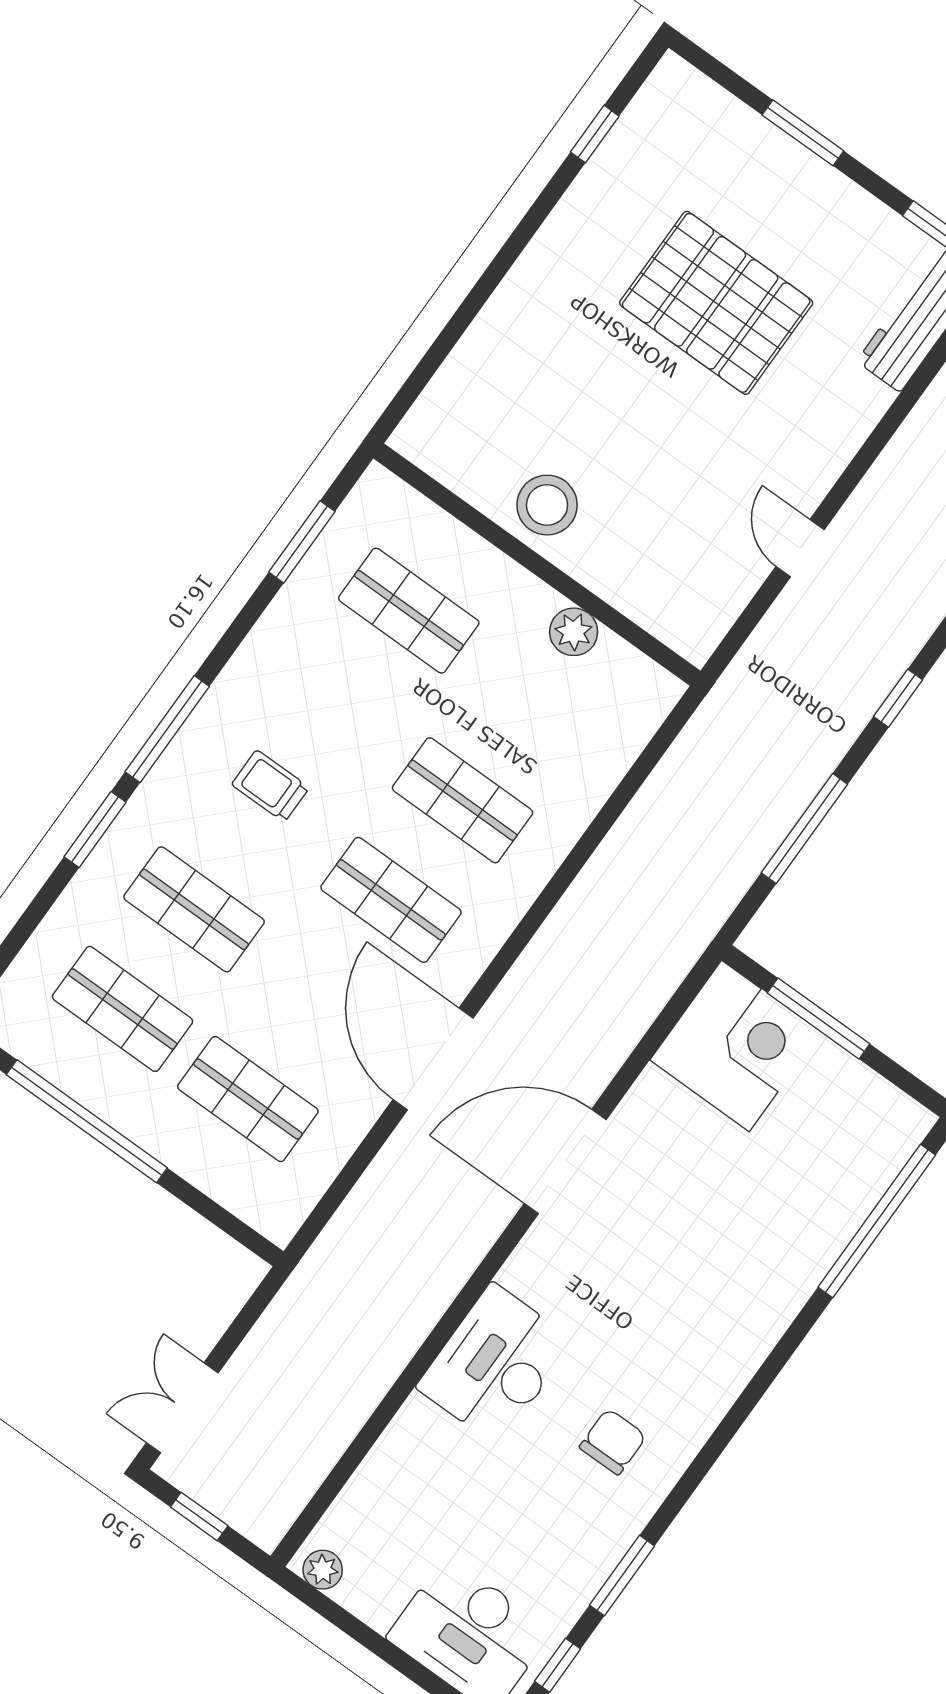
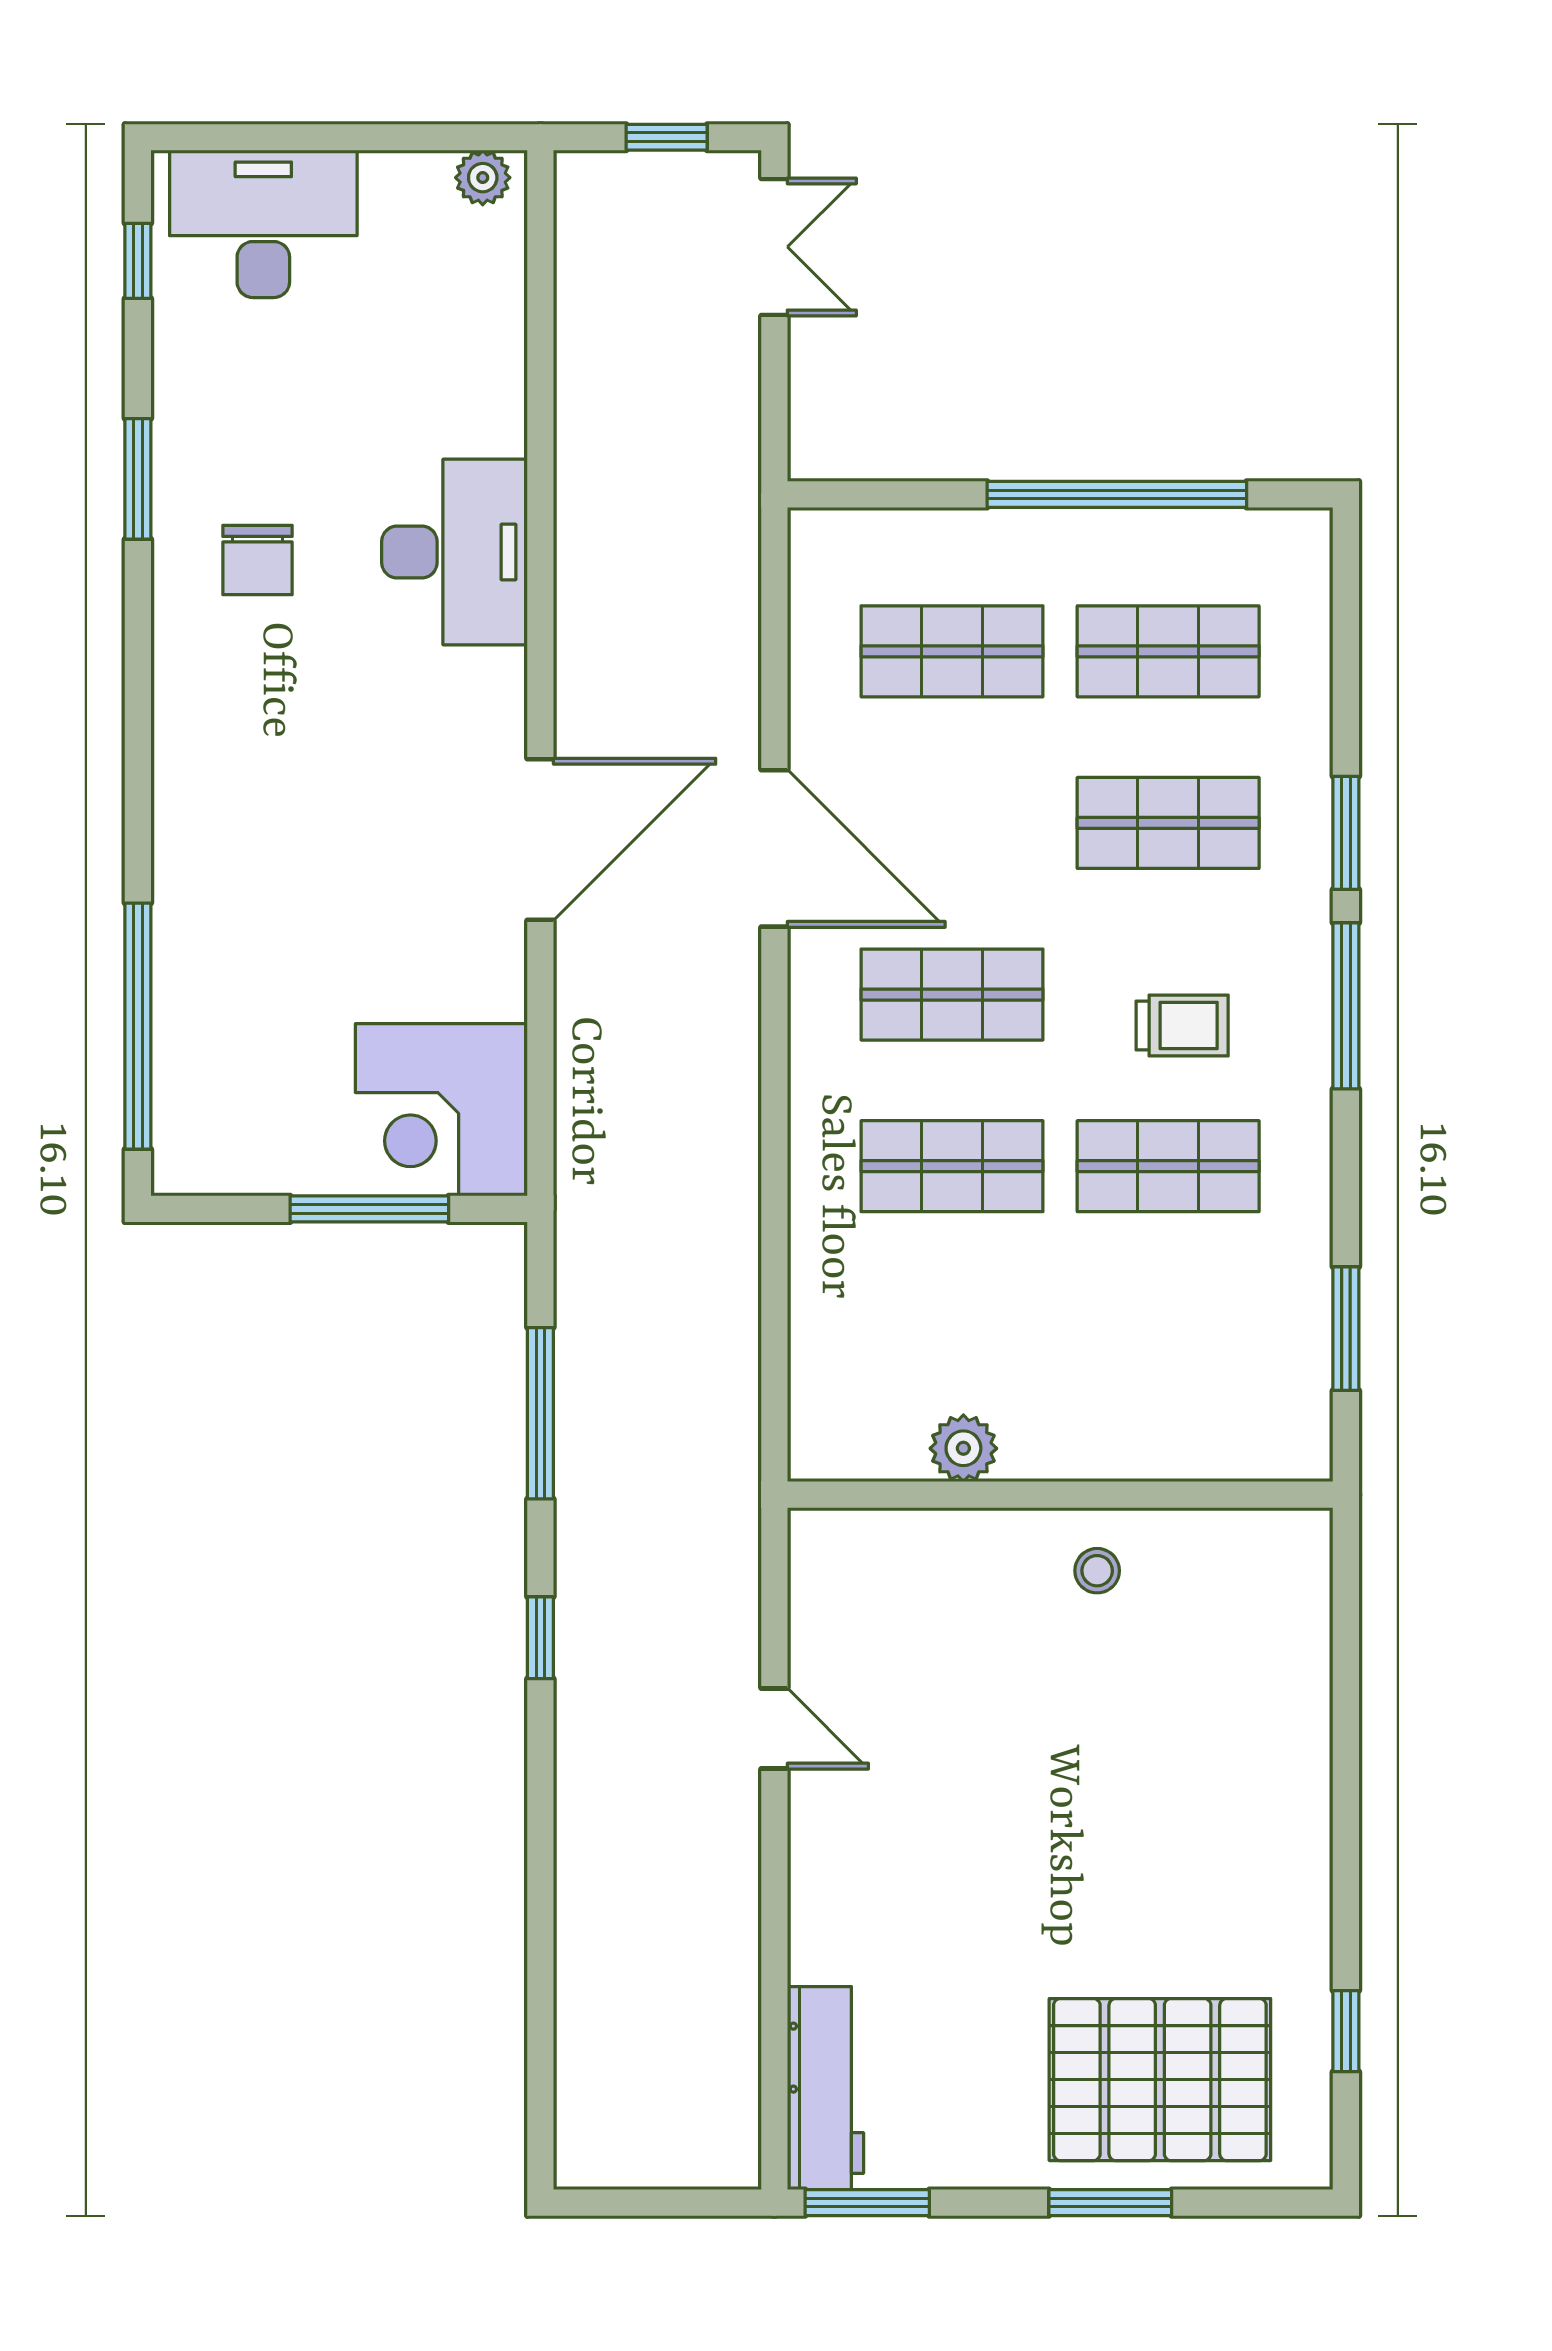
pallet: (716, 303) -> (1160, 2080), moved
stool: (547, 505) -> (1097, 1571), width x0.53, depth x0.53
shop shelf: (409, 611) -> (1168, 1166), moved
window: (622, 1576) -> (138, 479), moved

